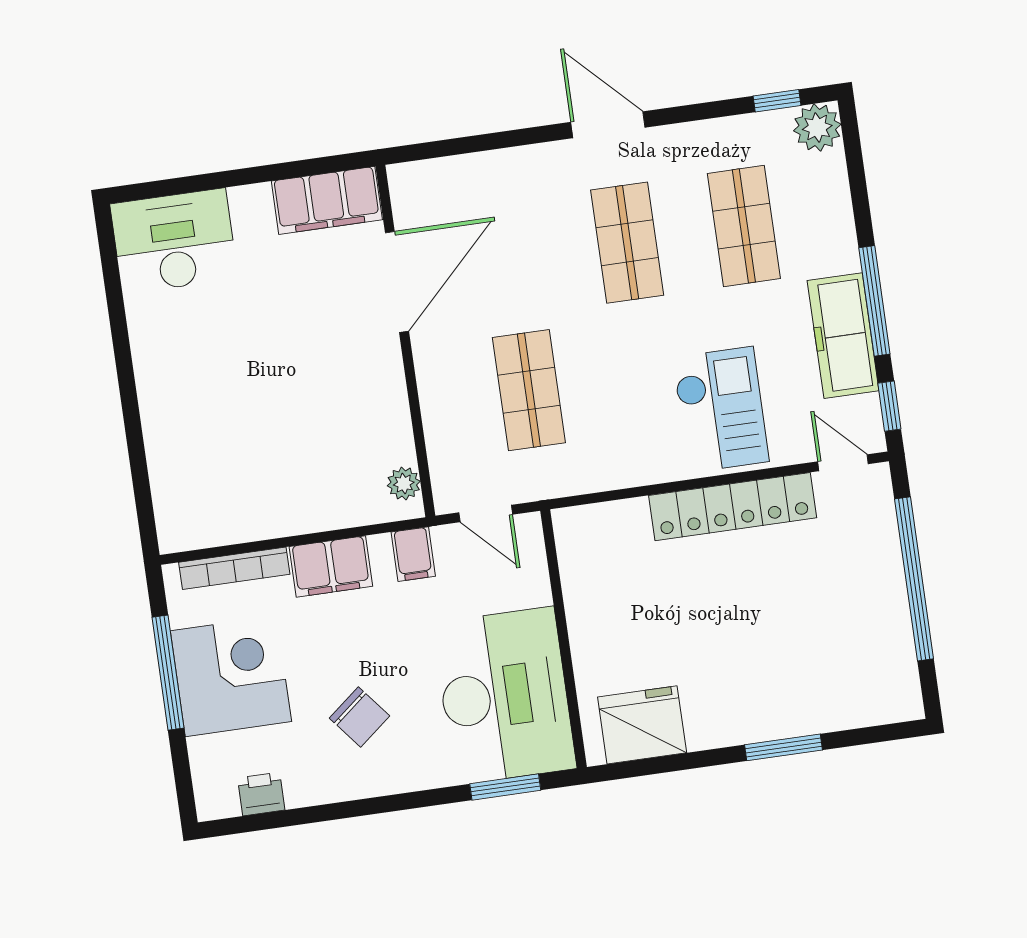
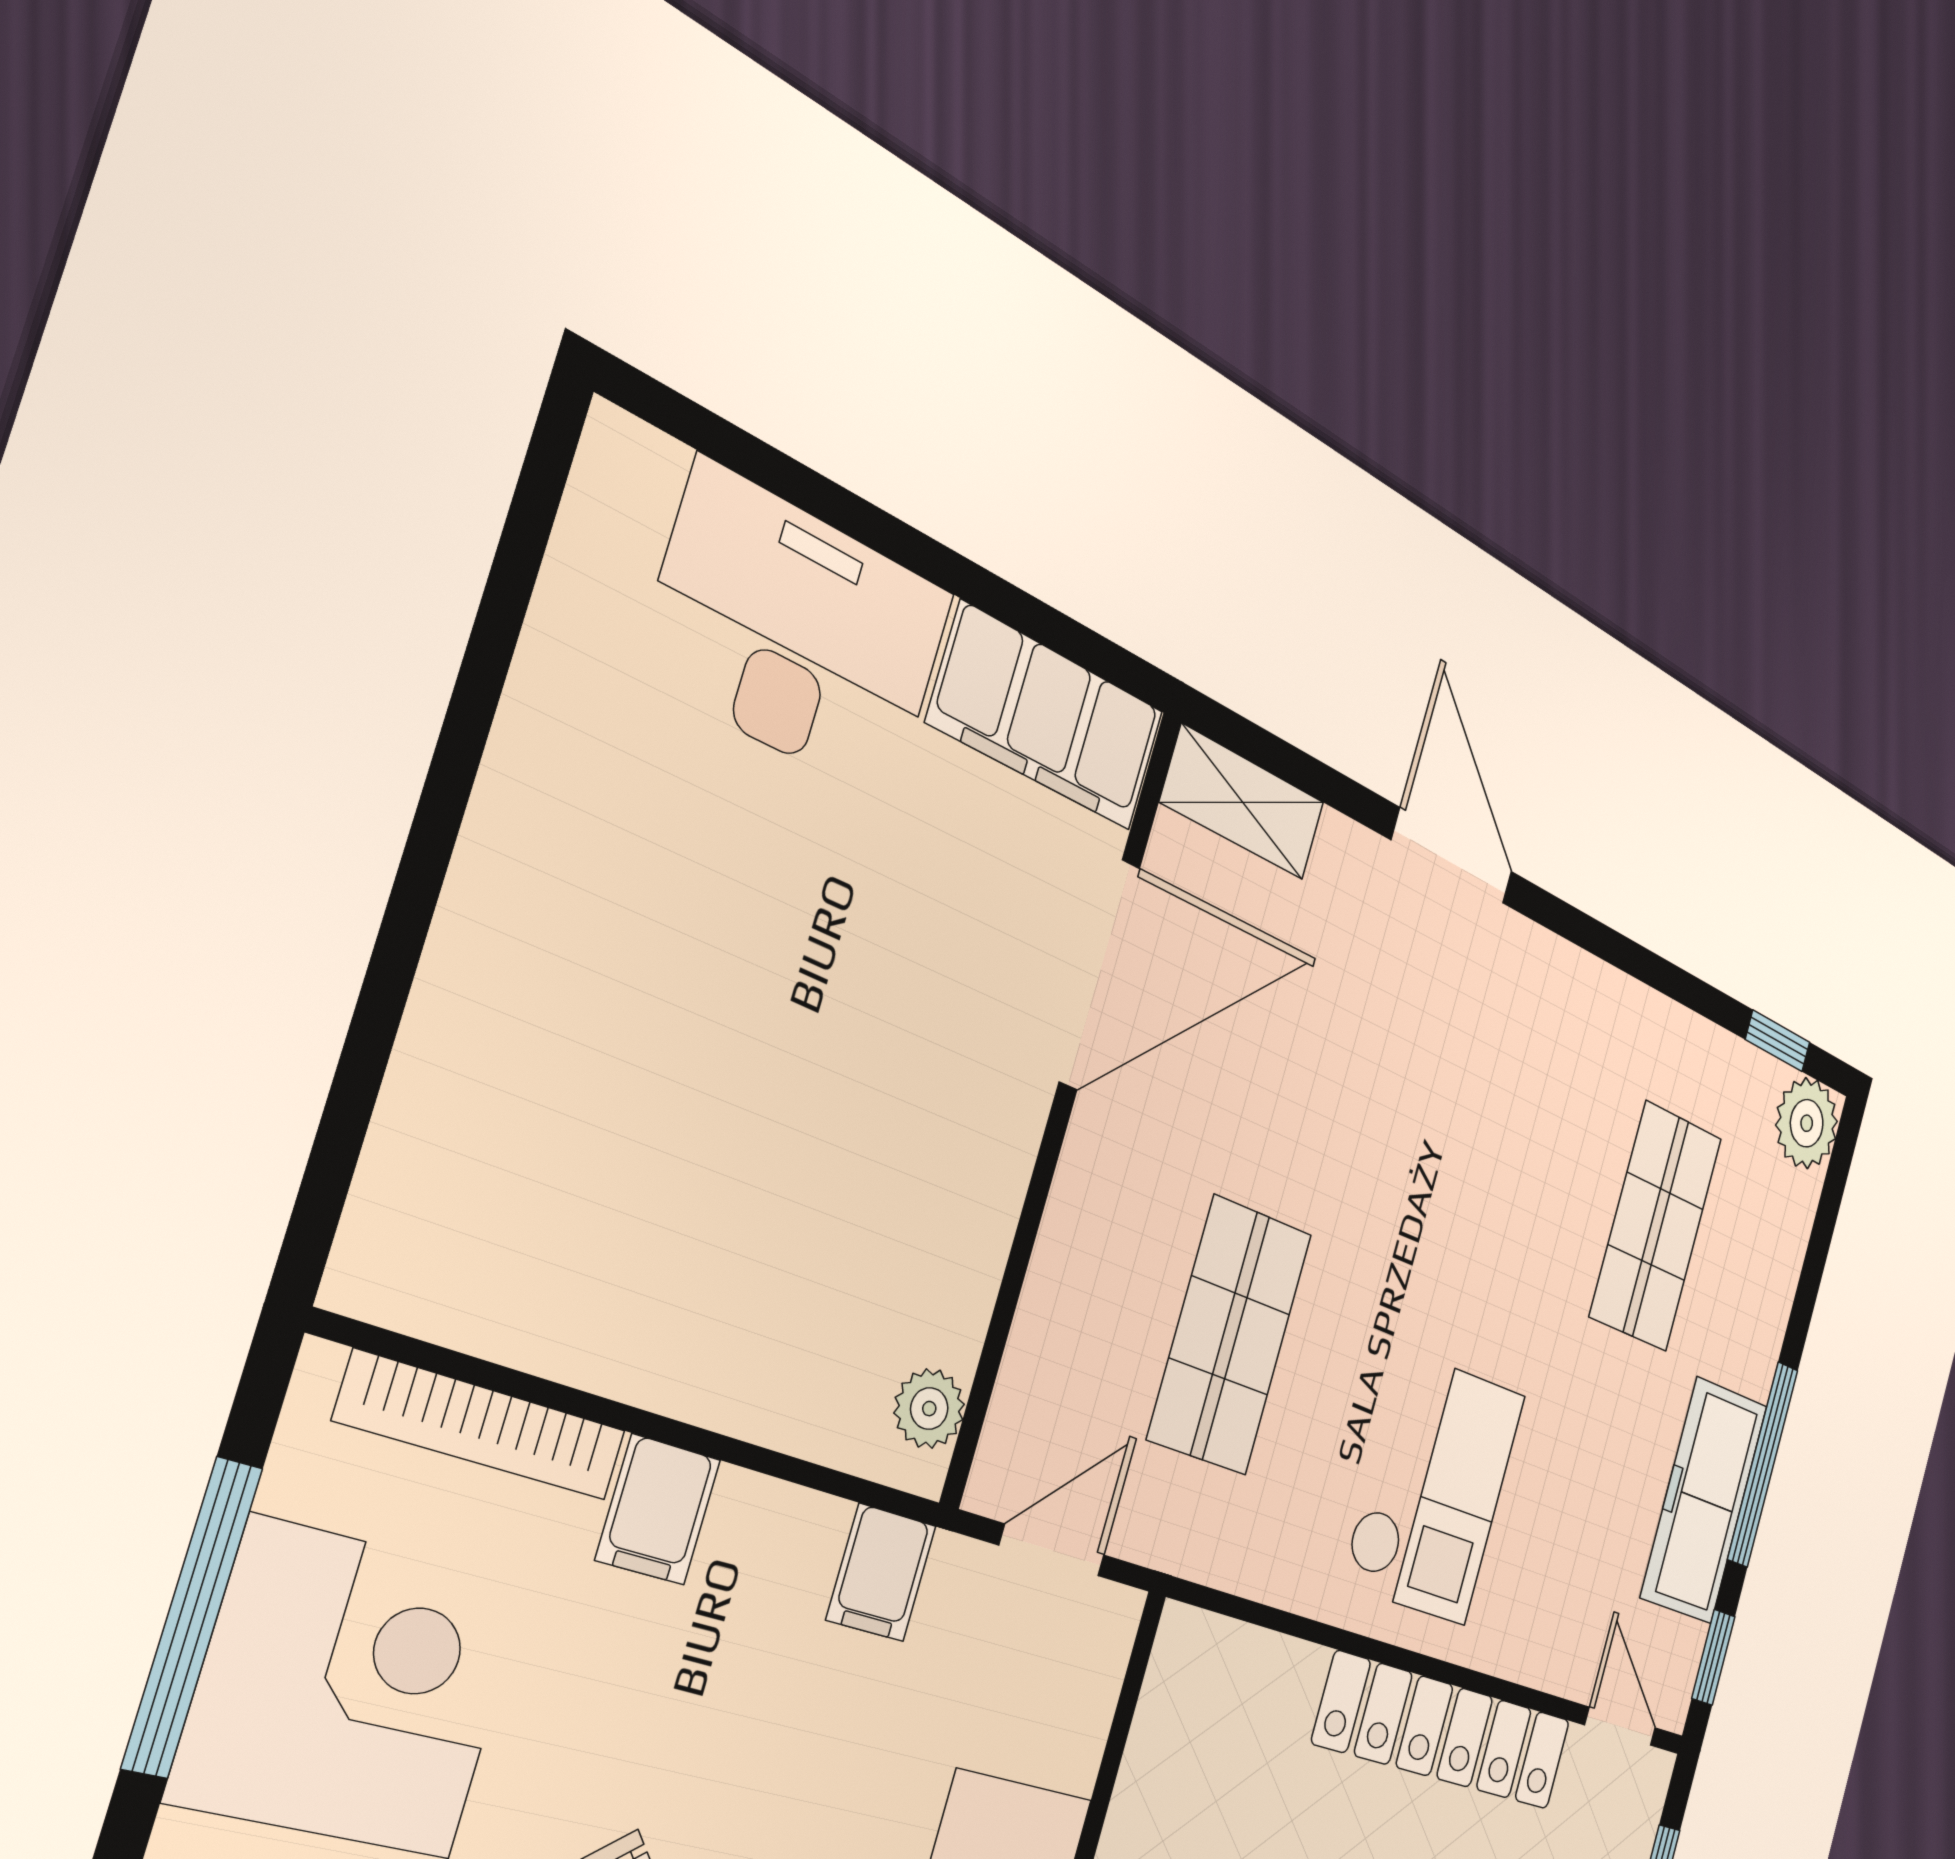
door: (608, 125) -> (1452, 856), moved
shelving: (428, 177) -> (1243, 802), added
desk: (174, 241) -> (797, 634), moved
shop shelf: (627, 243) -> (1491, 1147), removed
checkout: (721, 410) -> (1434, 1488), moved
door: (486, 514) -> (1052, 1550), swing flipped
filing cabinet: (331, 566) -> (658, 1510), width x0.50

